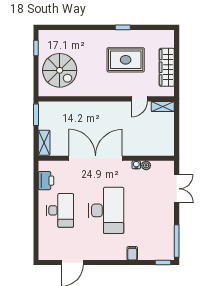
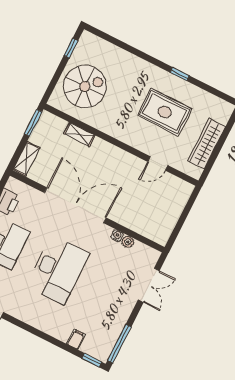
spiral stairs: (60, 70) -> (85, 87), turned -90
shelving: (163, 106) -> (79, 135), moved
filing cabinet: (132, 253) -> (76, 339), moved

